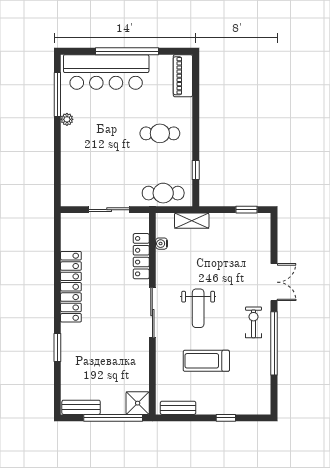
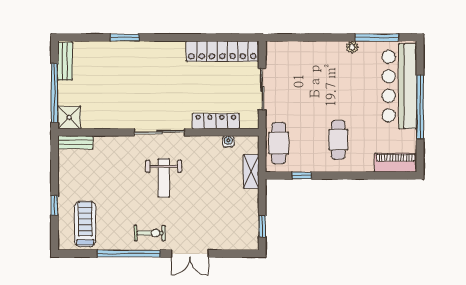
locker: (71, 287) -> (222, 51), moved
weight bench: (198, 308) -> (164, 178), turned -90
treadmill: (206, 361) -> (85, 224), moved
bench: (178, 408) -> (75, 142), moved, turned 90

